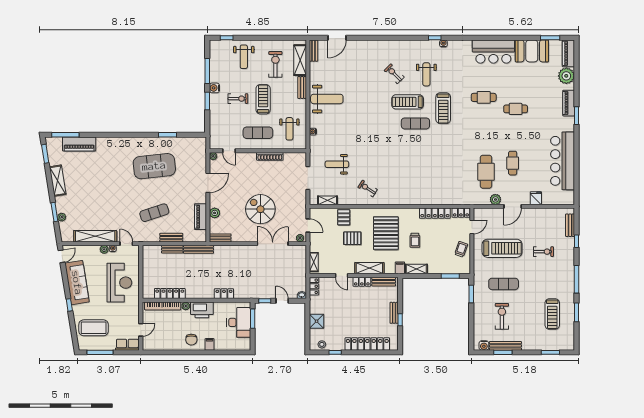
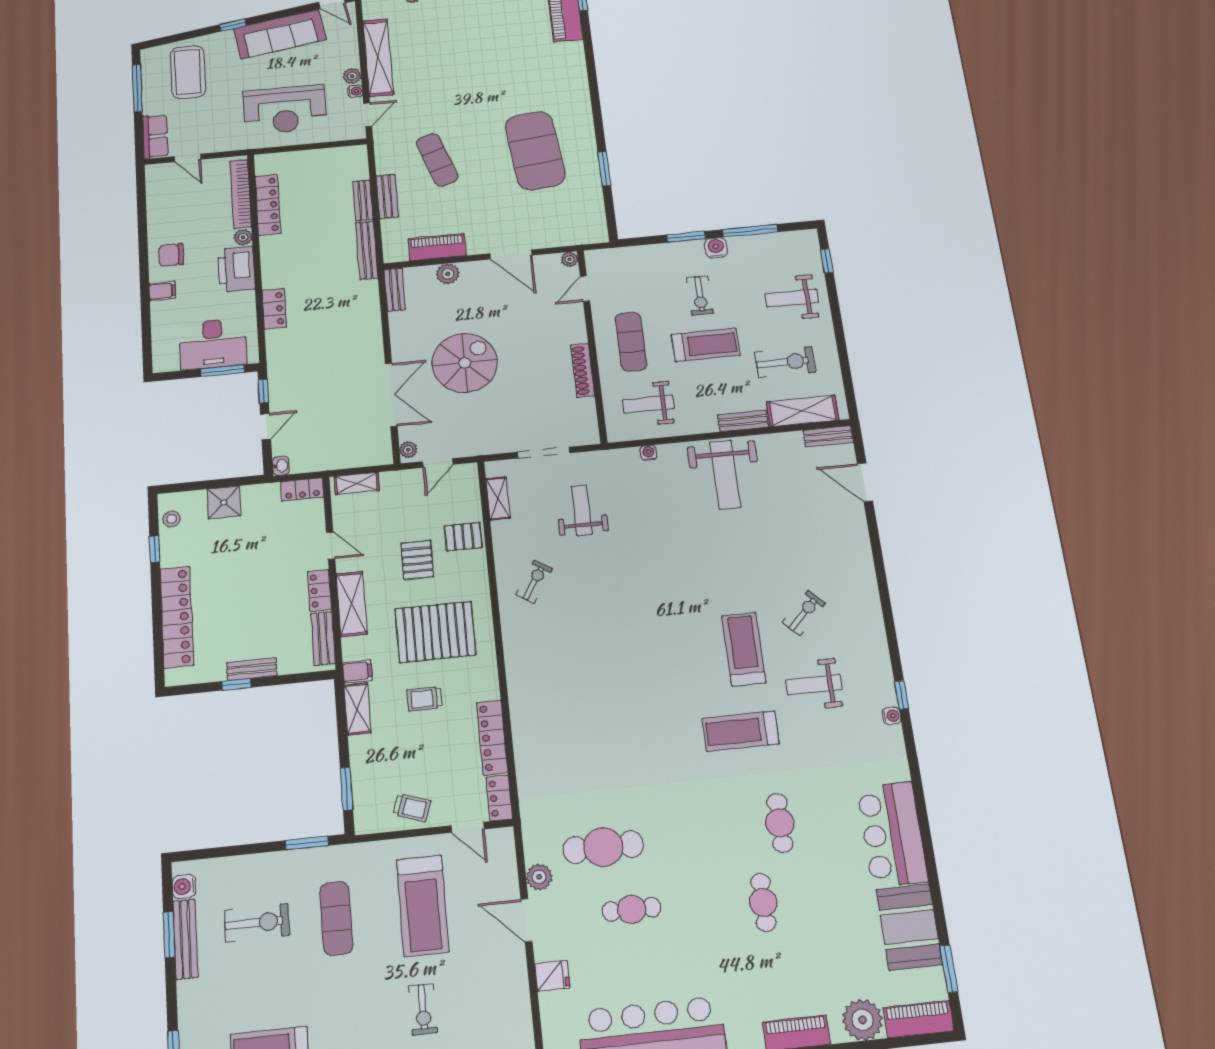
exercise mat: (415, 123) -> (696, 672), removed
door: (342, 276) -> (331, 546), swing flipped

